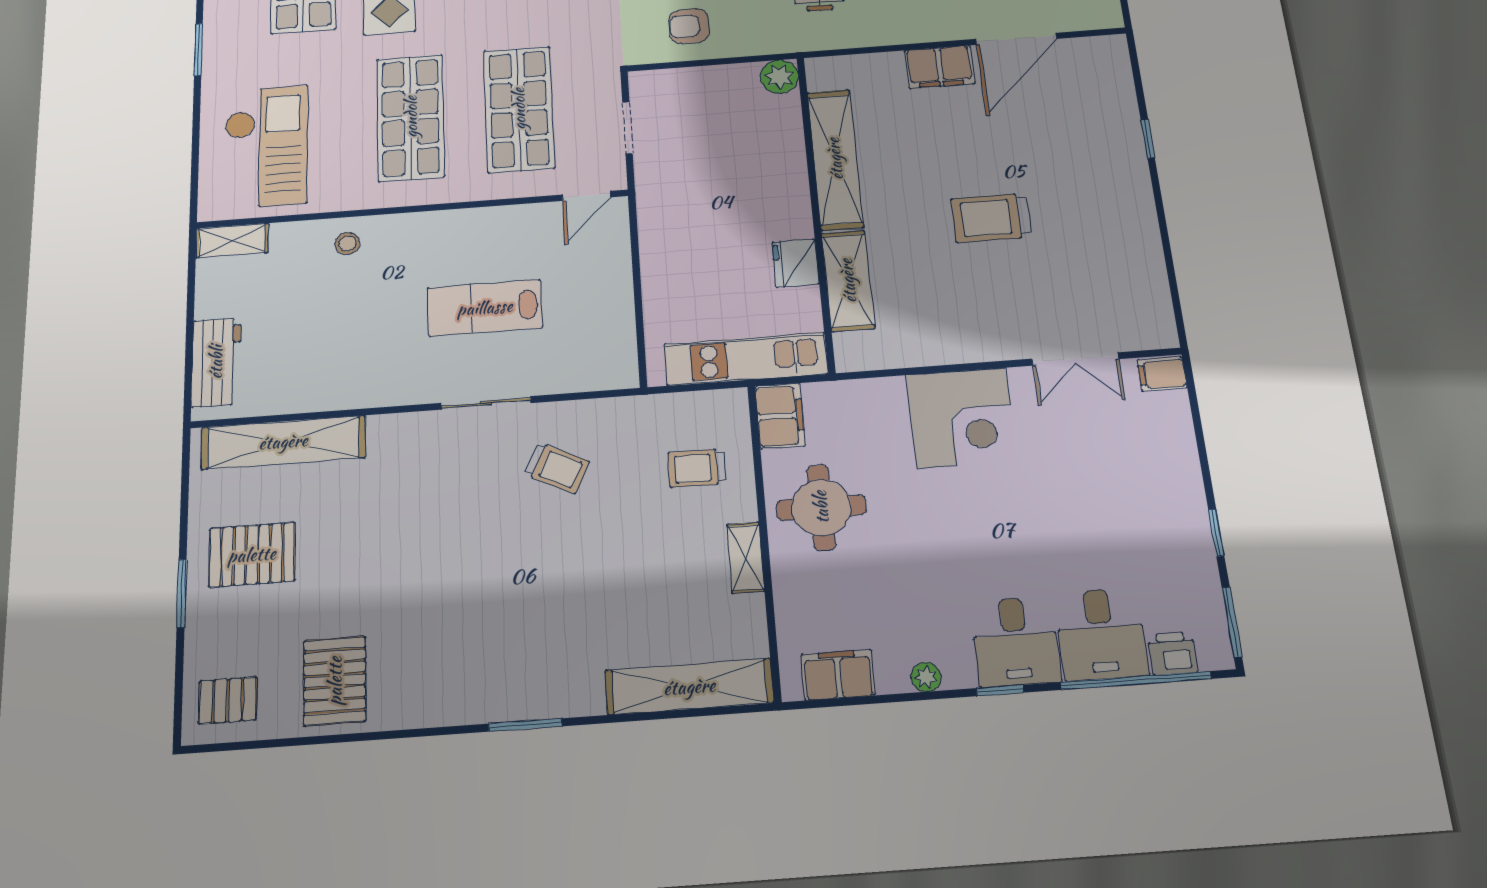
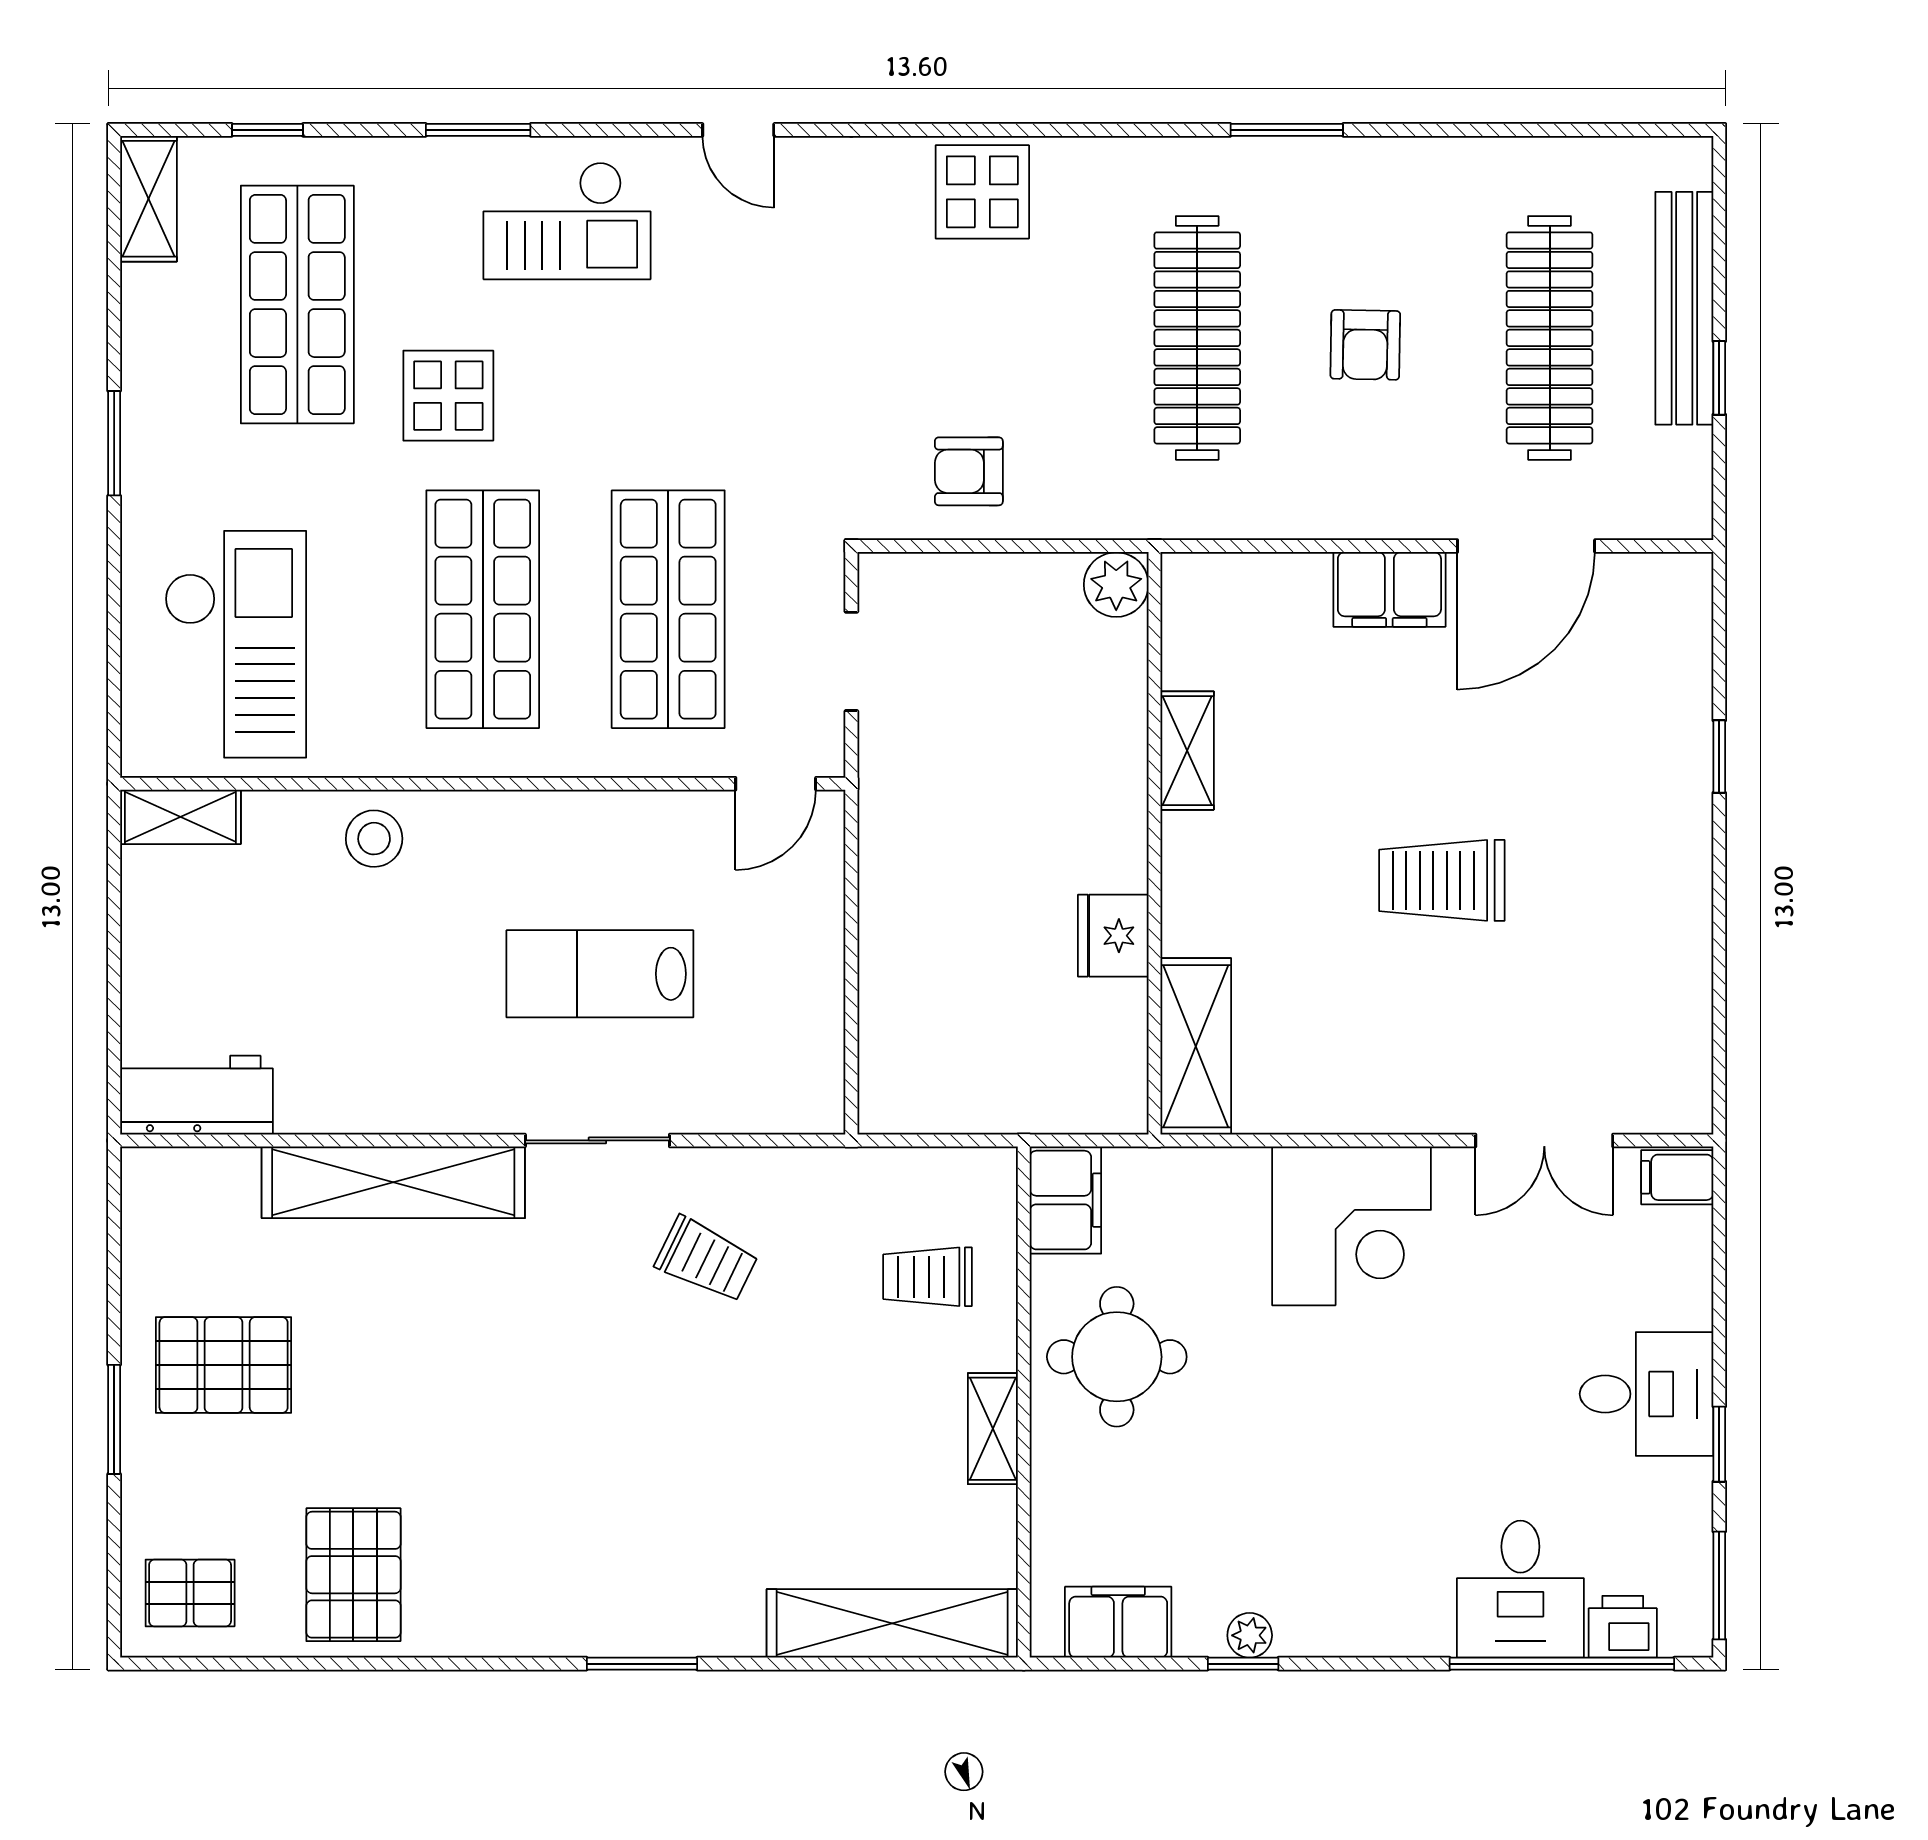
shelving: (835, 159) -> (1187, 751), width x0.45, depth x0.75
stool: (347, 244) -> (374, 839), width x1.37, depth x1.37
shelving: (848, 281) -> (1196, 1046), moved
kitchen unit: (746, 359) -> (1019, 1098), removed
workbench: (216, 362) -> (196, 1095), moved, turned -90
shelving: (283, 442) -> (393, 1182), moved
desk: (1015, 641) -> (1647, 1394), moved, turned -90
window: (1000, 690) -> (1243, 1664), moved

